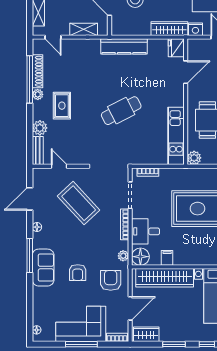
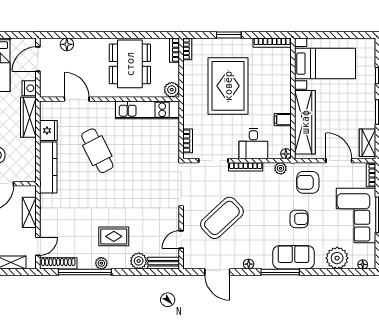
fridge: (176, 48) -> (48, 131), moved, turned -90
shoe rack: (37, 71) -> (58, 263), moved
cafe table: (121, 111) -> (97, 151), moved
floor lamp: (140, 257) -> (286, 154), width x0.53, depth x0.53
plant: (42, 307) -> (337, 258), added

